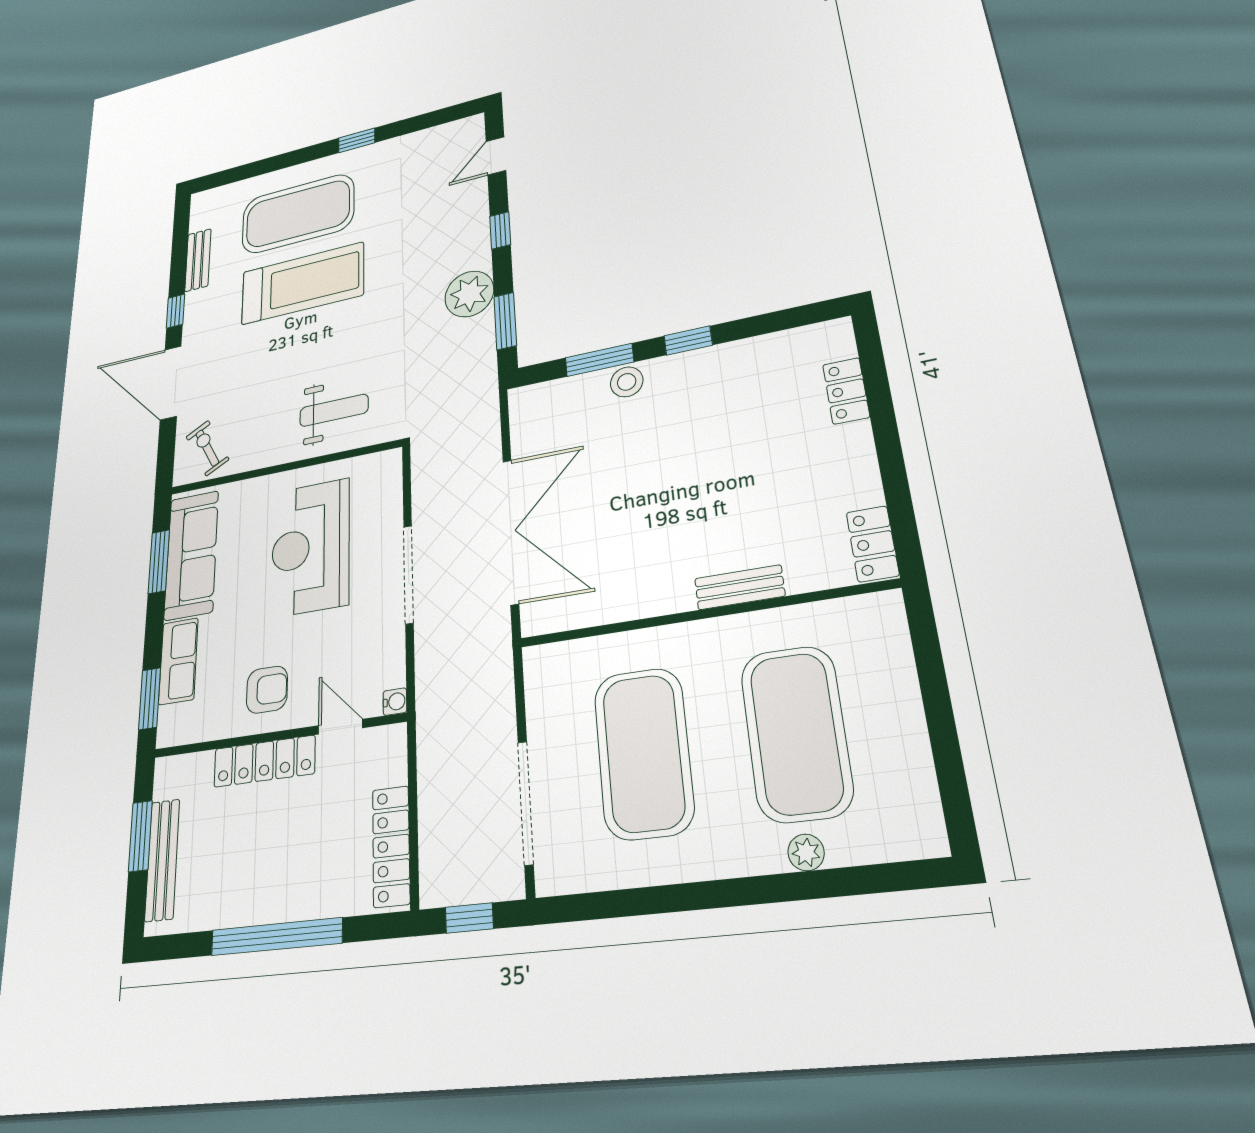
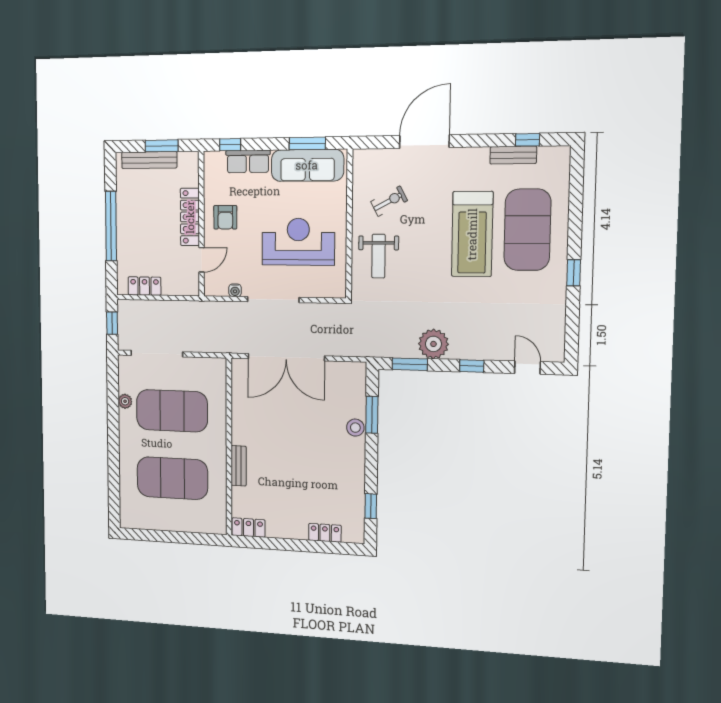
window: (176, 311) -> (528, 140), moved
window: (688, 341) -> (371, 506), moved
exercise bike: (207, 448) -> (389, 201), moved
window: (150, 699) -> (230, 145), width x0.67
water cooler: (395, 702) -> (235, 290), moved
locker: (391, 846) -> (145, 286), width x0.66
plant: (806, 852) -> (125, 401), moved

